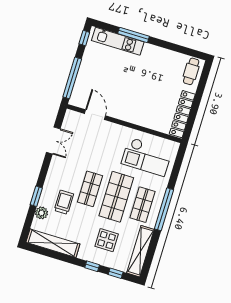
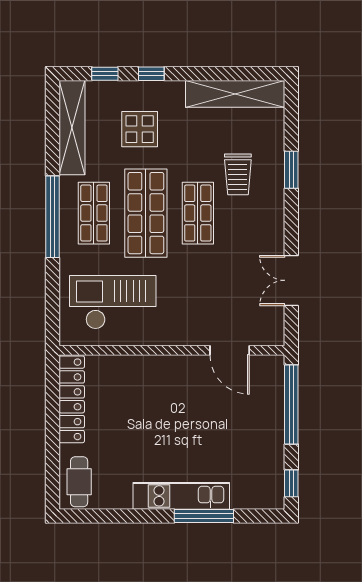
kitchen unit: (118, 41) -> (181, 496), moved
plant: (41, 213) -> (273, 142), removed

